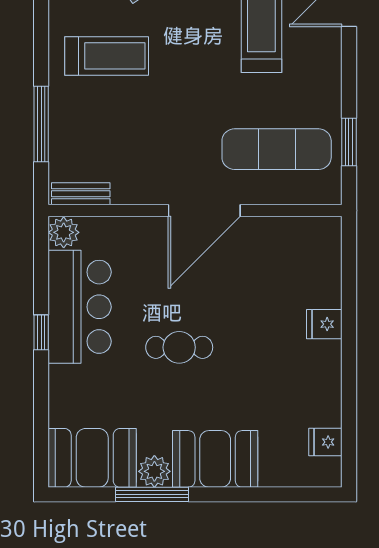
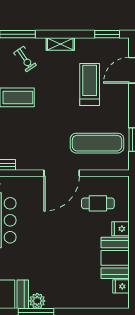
cafe table: (179, 347) -> (98, 203), moved
booth: (215, 459) -> (115, 258), moved, turned 90

